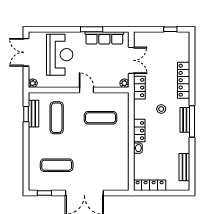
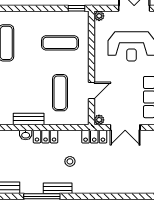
locker: (184, 80) -> (103, 187), removed
door: (87, 90) -> (91, 90), moved
window: (26, 114) -> (76, 8), moved
bench: (33, 114) -> (29, 119), moved
window: (192, 121) -> (42, 196), moved

